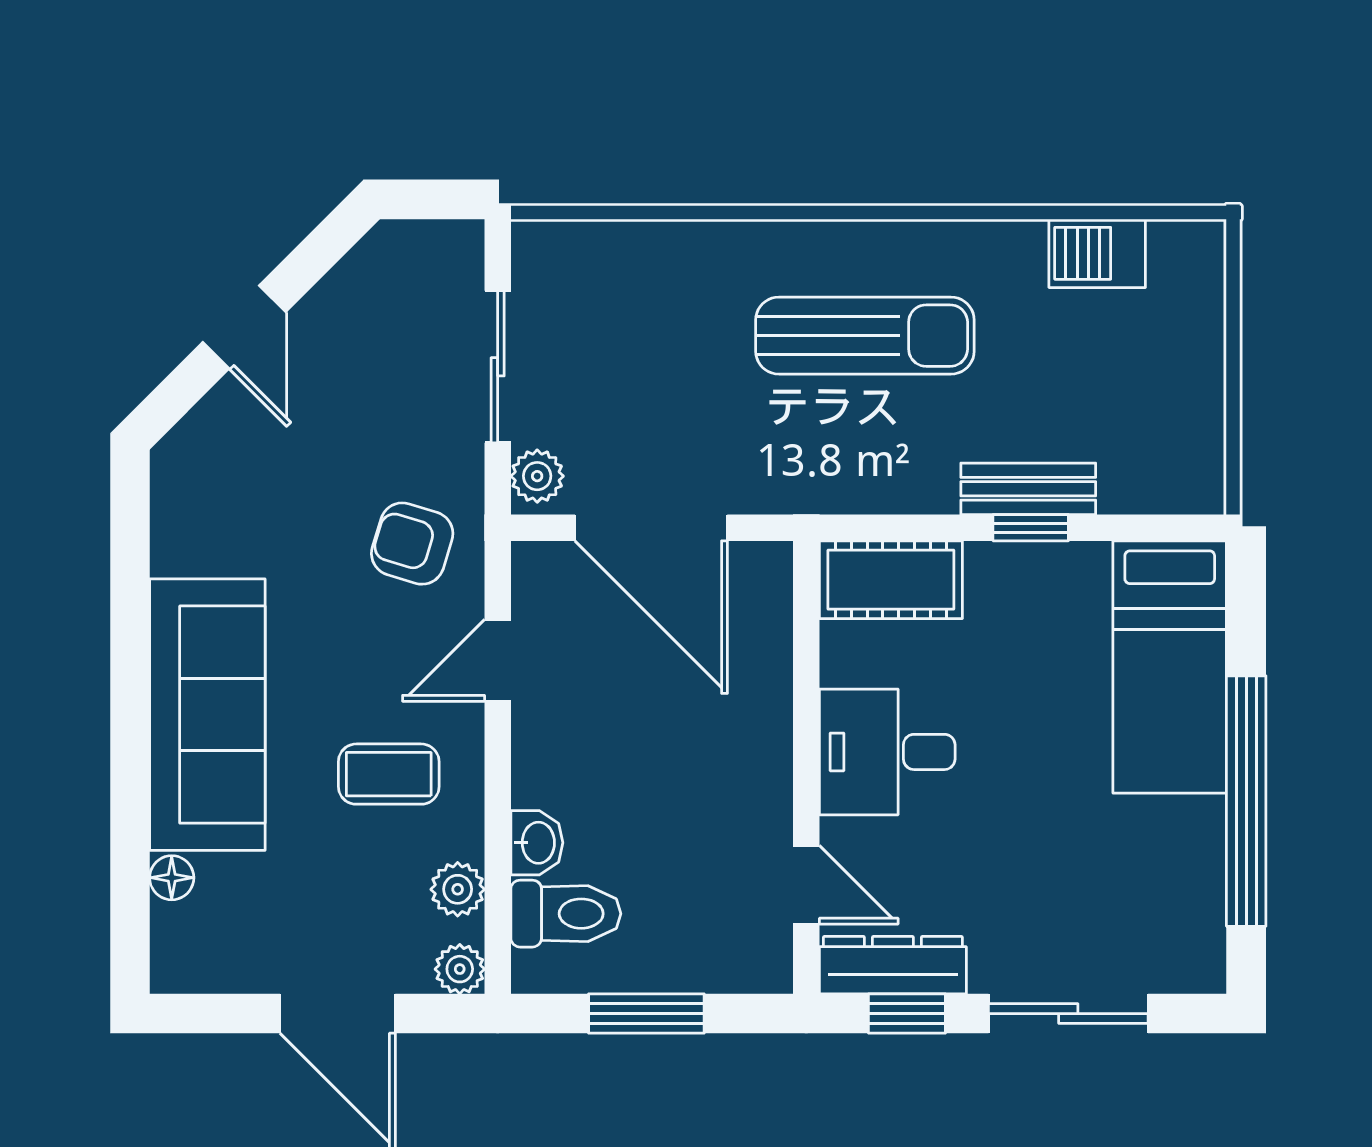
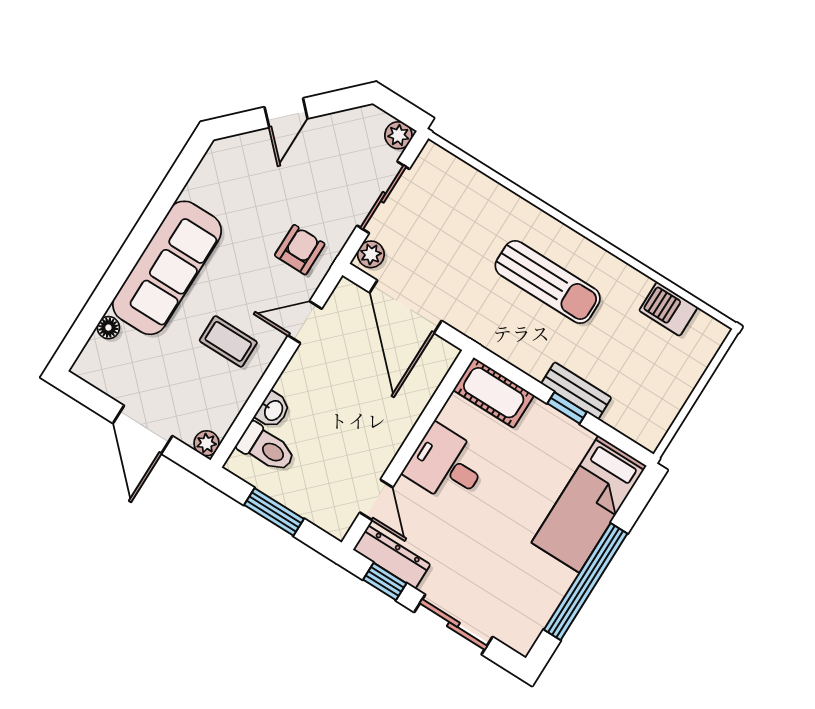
armchair: (412, 544) -> (300, 250), turned 73
plant: (458, 889) -> (398, 135), moved

